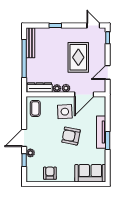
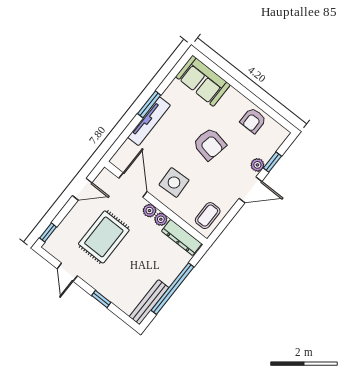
door: (93, 26) -> (67, 272), moved
door: (84, 94) -> (133, 185), hinge flipped
armchair: (71, 136) -> (210, 144), moved

